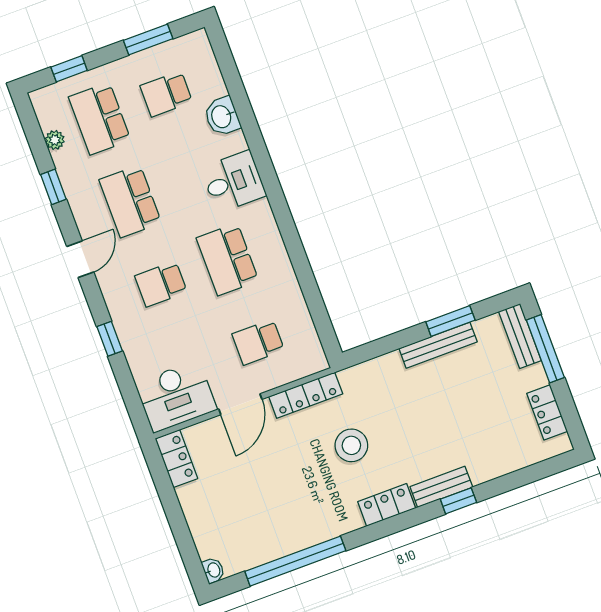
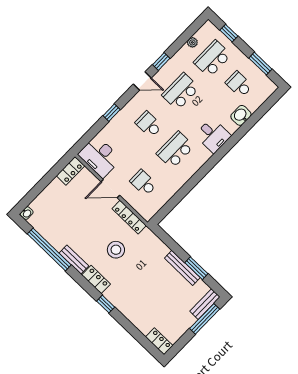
window: (53, 187) -> (161, 62), moved
locker: (547, 412) -> (159, 341), moved, turned 90
bench: (441, 487) -> (74, 260), moved
window: (458, 501) -> (106, 304), moved

